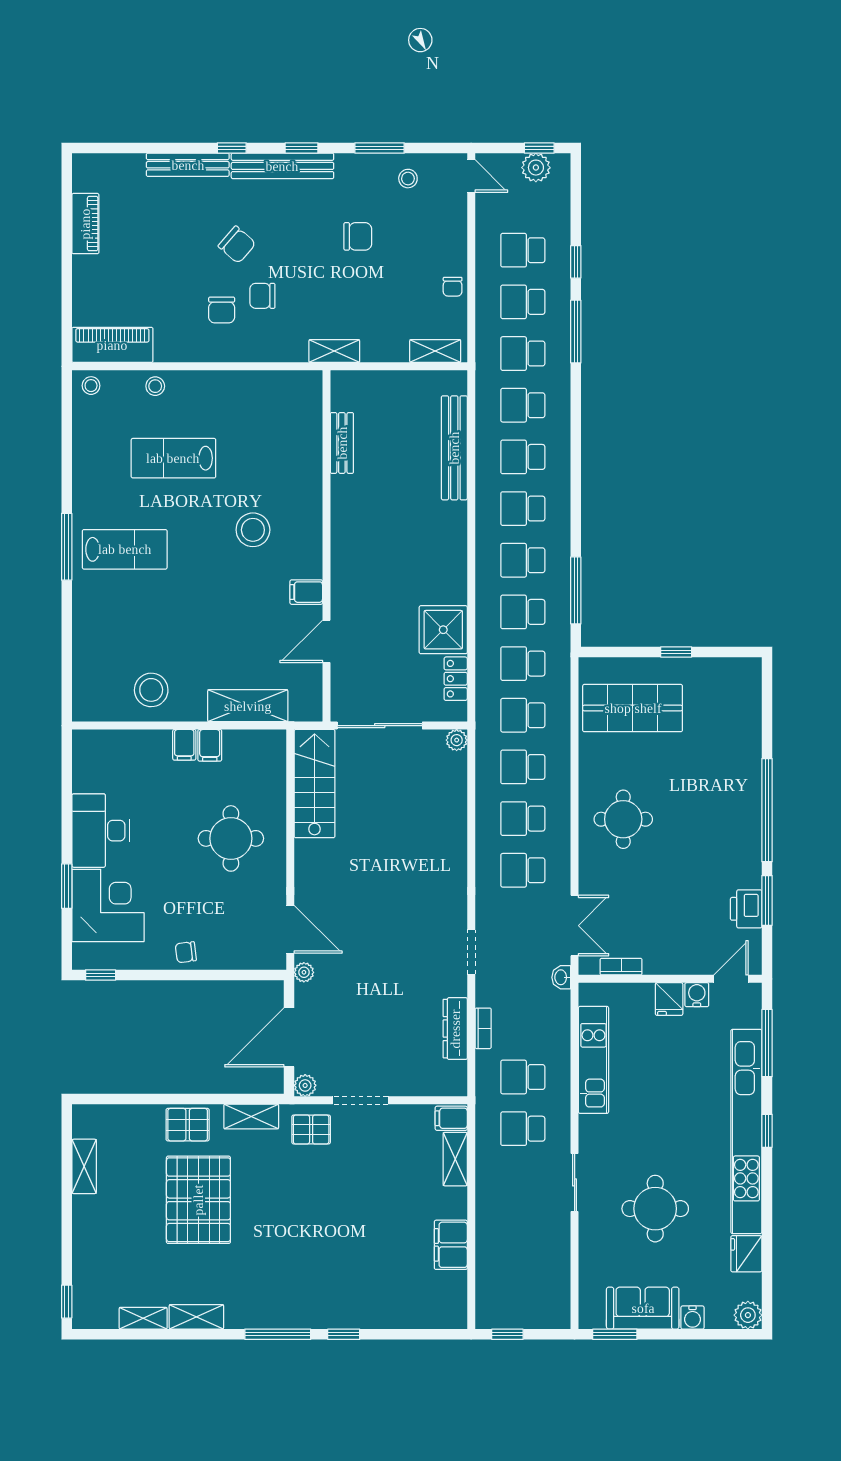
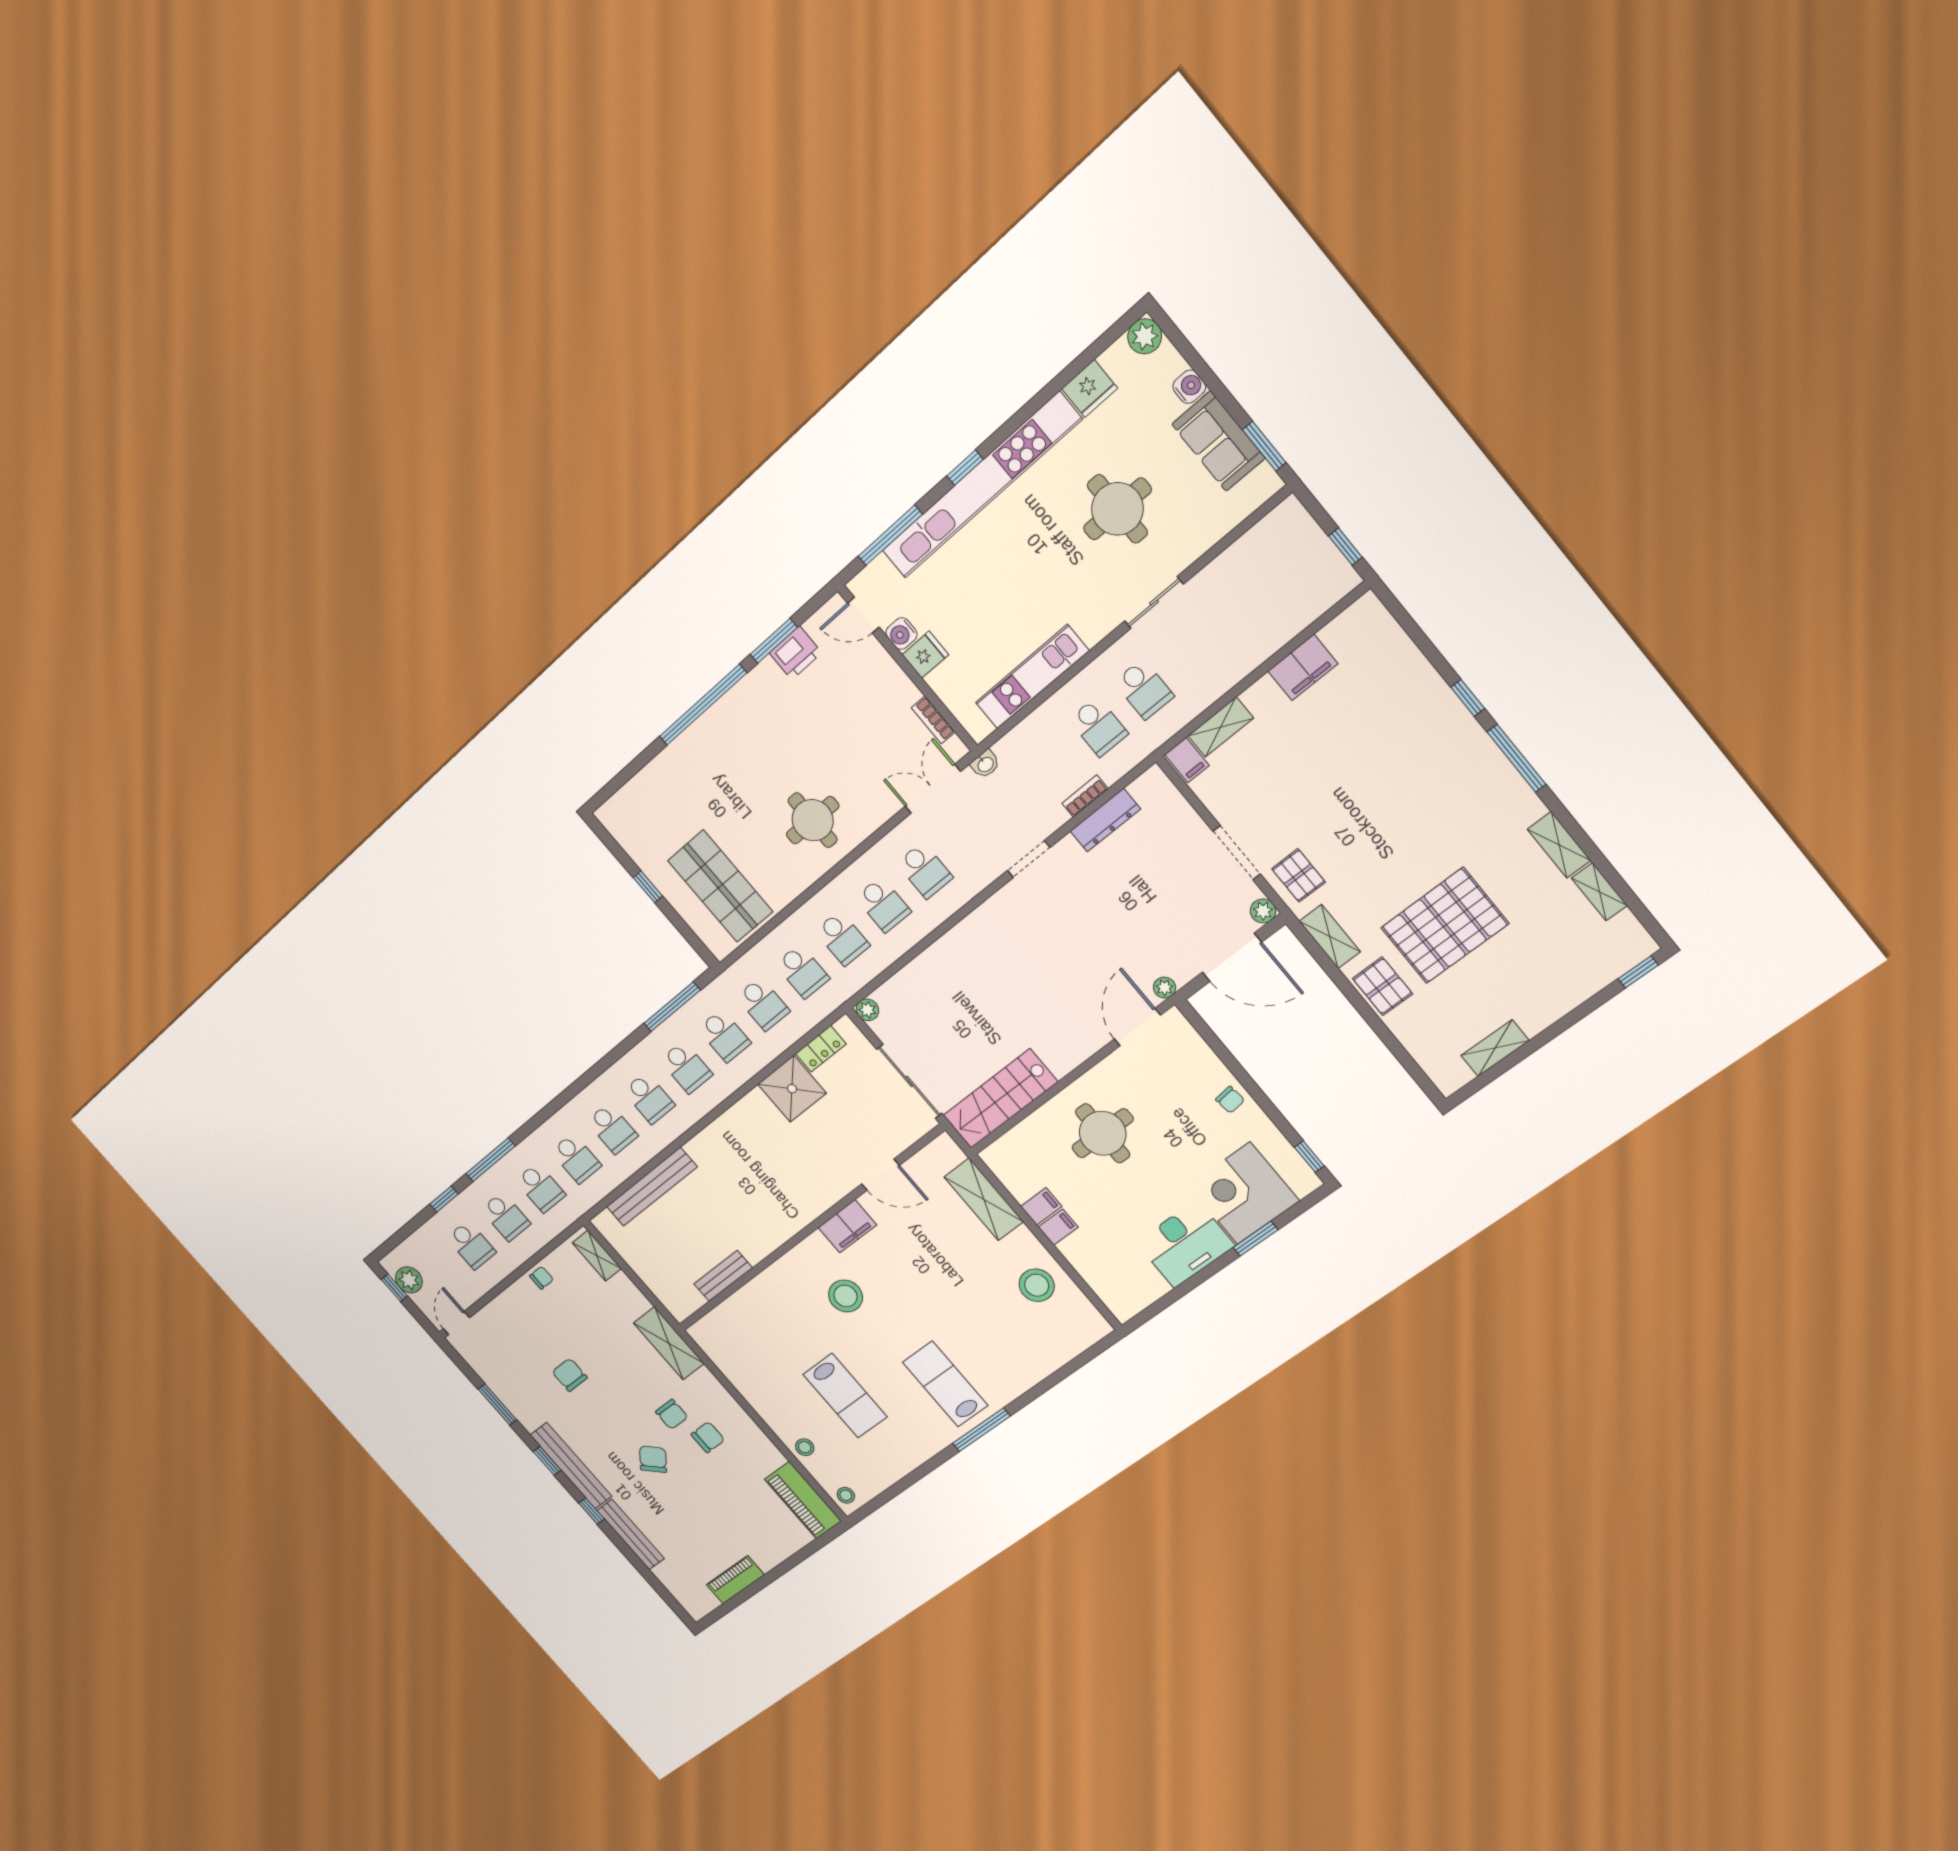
stool: (408, 179) -> (499, 1368), removed
shelving: (334, 351) -> (669, 1343), width x1.50, depth x1.33
filing cabinet: (306, 592) -> (847, 1226), width x2.00

